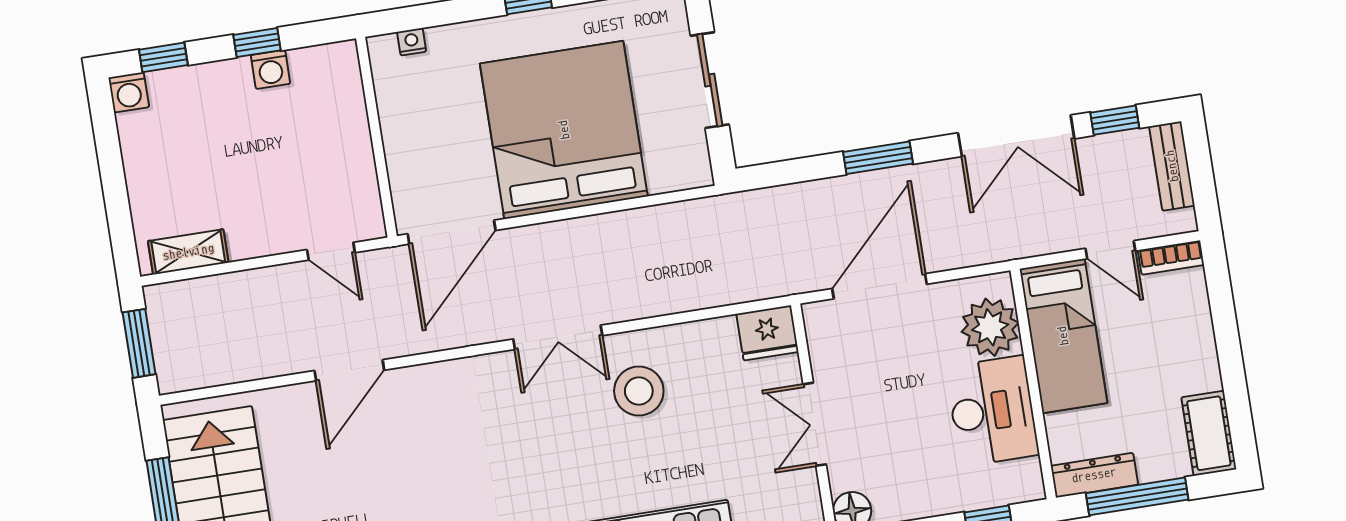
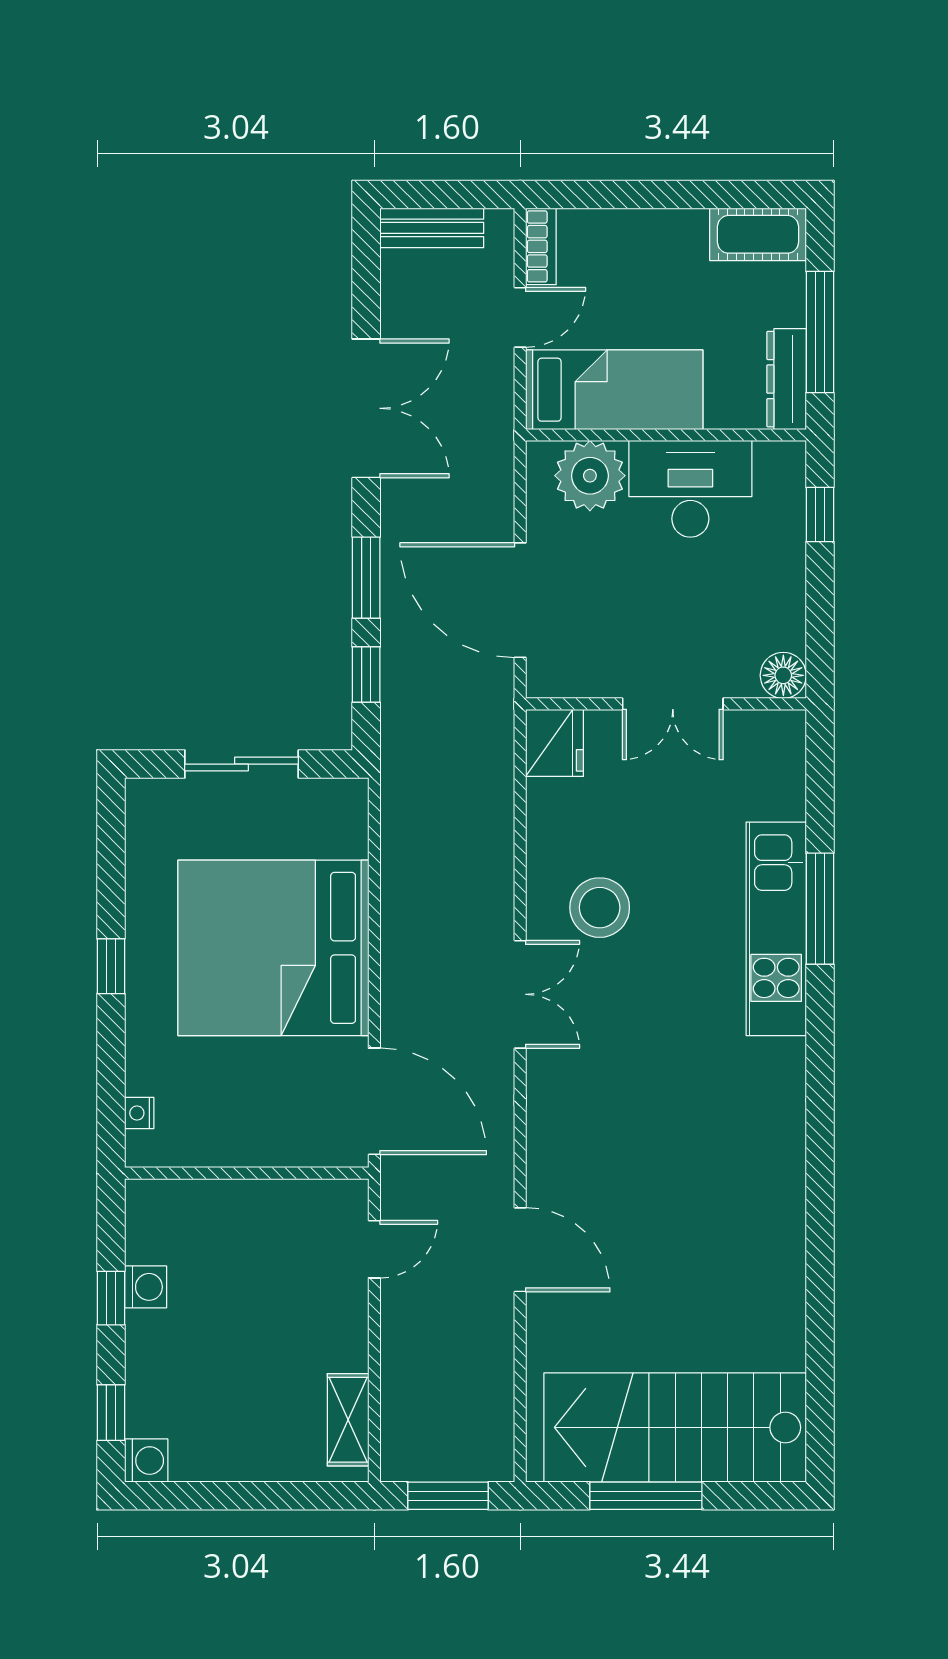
window: (1115, 120) -> (366, 675), moved

